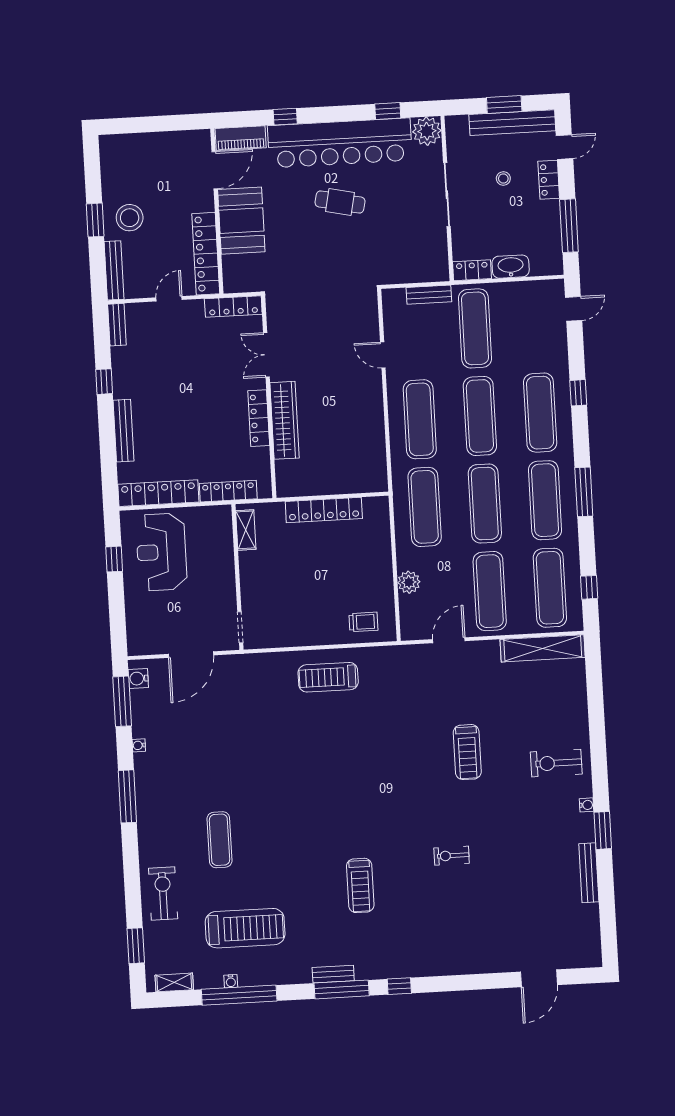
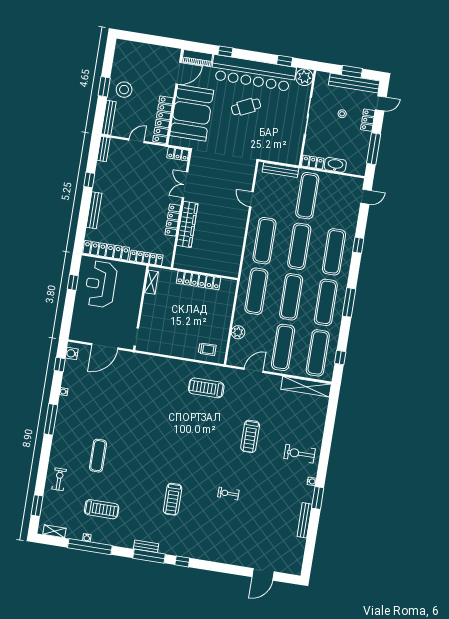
cafe table: (340, 202) -> (246, 107), turned -37
booth: (241, 221) -> (192, 113), width x1.36, depth x1.42
bench: (429, 295) -> (280, 170), width x1.36
locker: (233, 307) -> (178, 154), width x0.66
treadmill: (328, 677) -> (206, 388), moved
window: (122, 701) -> (60, 364), width x0.46
exercise bike: (163, 894) -> (59, 479), width x0.73, depth x0.72
treadmill: (245, 928) -> (102, 509), width x0.73, depth x0.73

